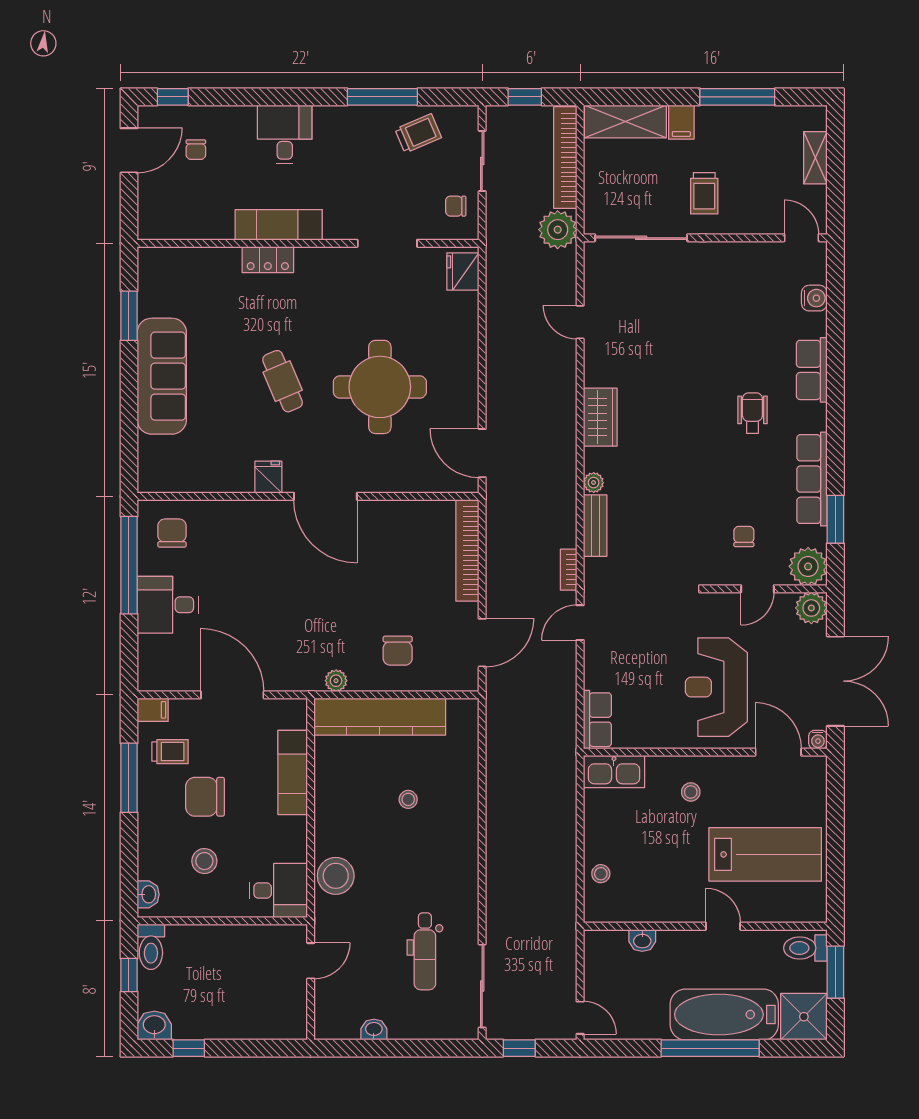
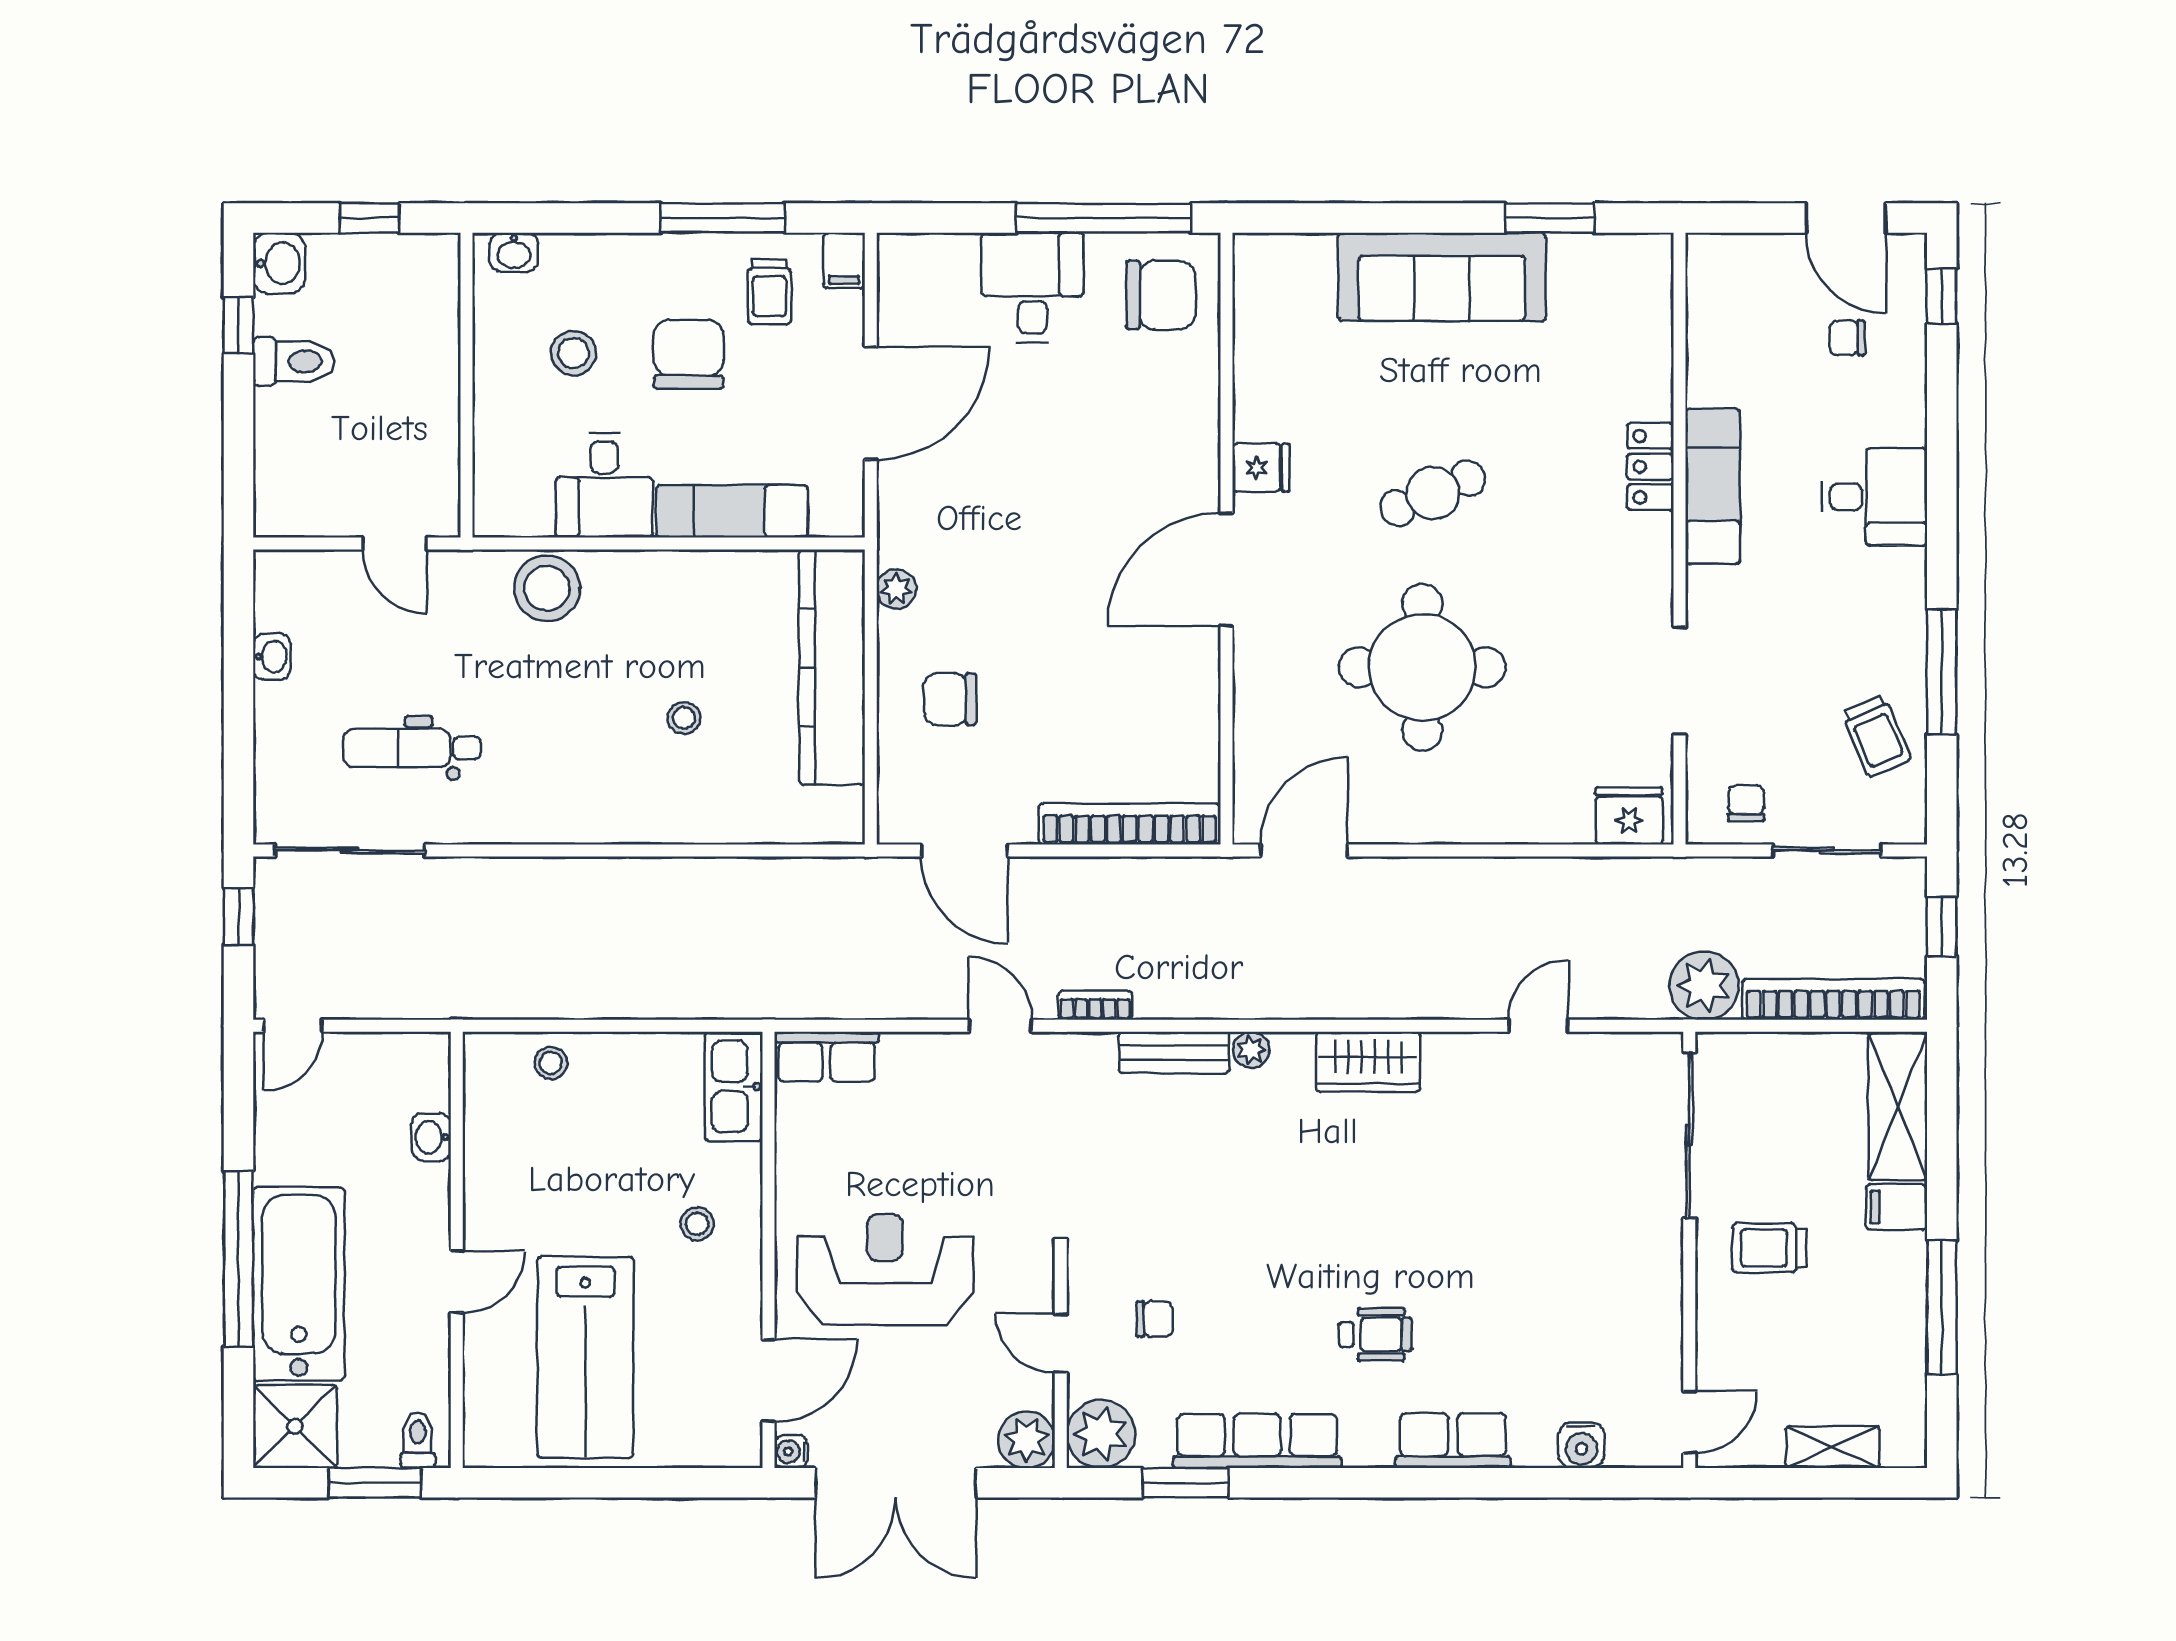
chair: (172, 533) -> (1161, 295), width x1.37, depth x1.37
desk: (278, 891) -> (604, 485), moved
toilet: (151, 947) -> (294, 361), moved, turned 180
toilet: (805, 948) -> (418, 1440), width x0.73, depth x0.72

